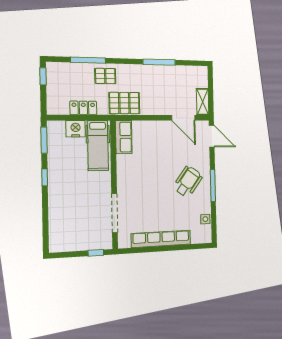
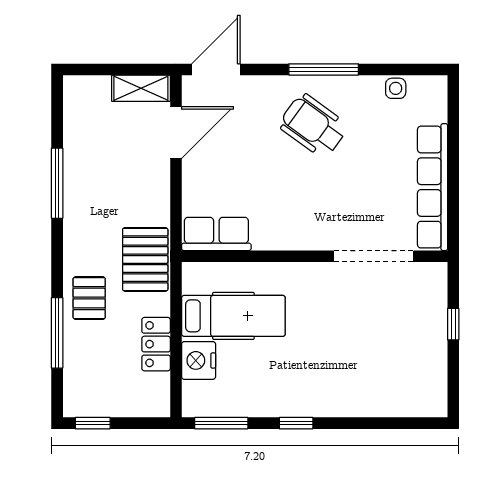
row of seats: (124, 137) -> (216, 234), moved
wall: (114, 184) -> (315, 256), moved
doorway: (114, 213) -> (374, 256), moved

